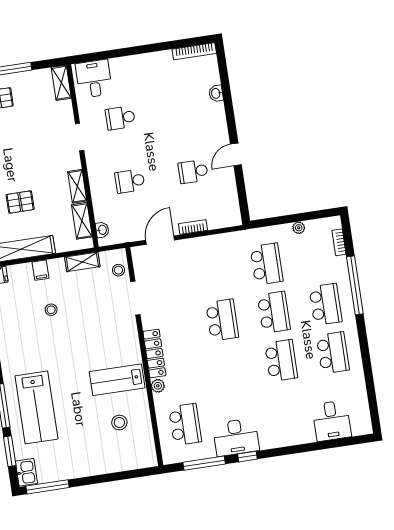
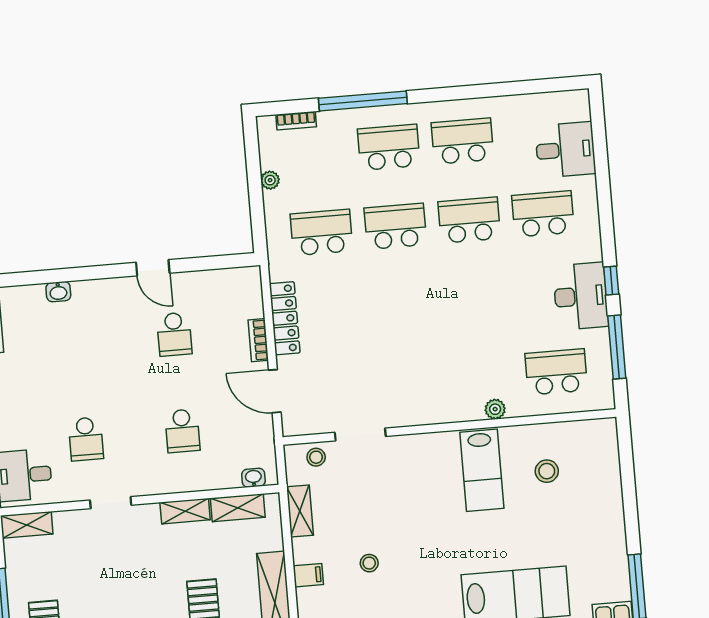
school desk: (222, 320) -> (543, 214), moved
locker: (154, 353) -> (285, 318), moved, turned 90

